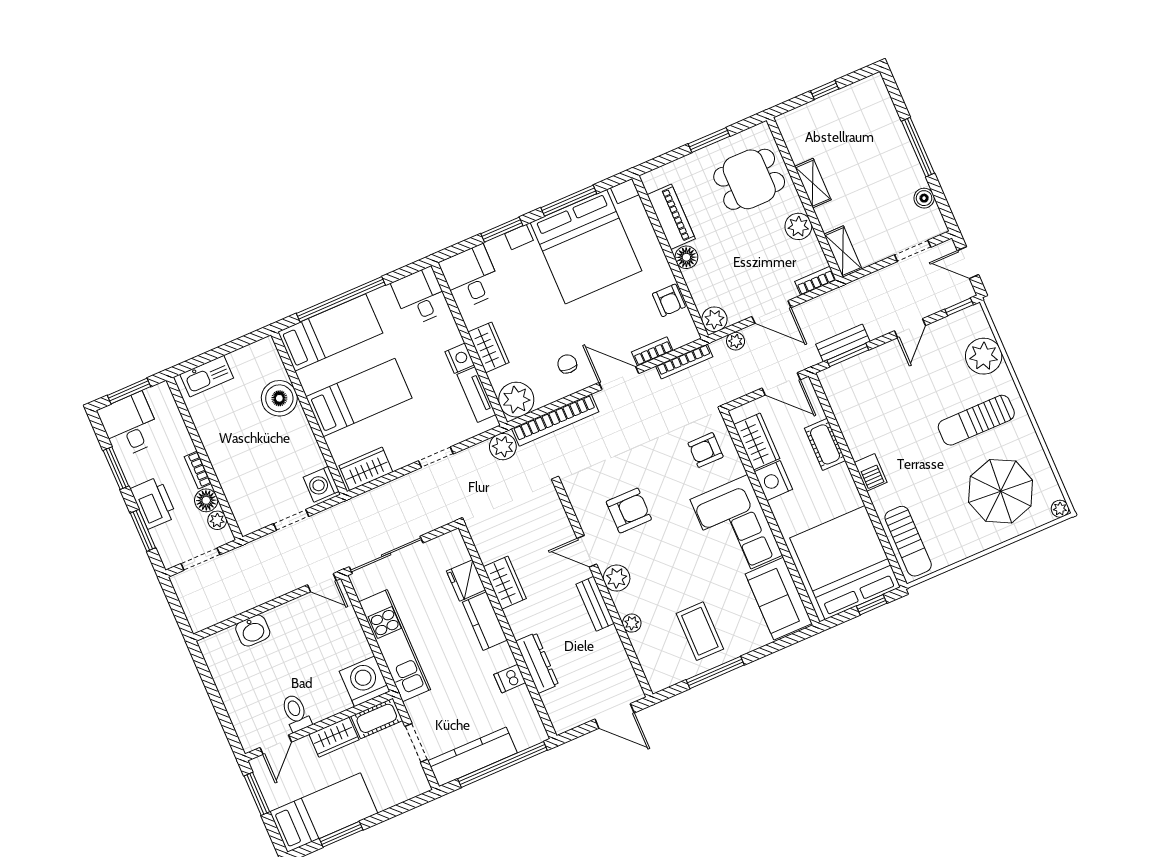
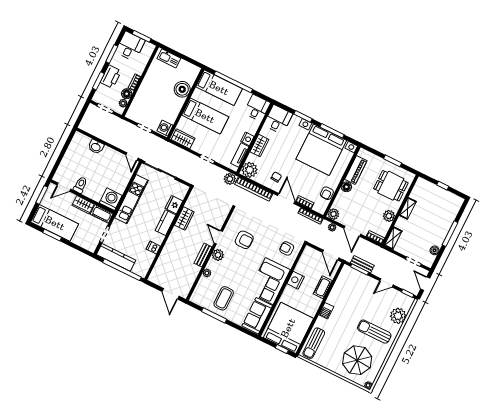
wardrobe: (757, 441) -> (304, 263), removed
dresser: (537, 663) -> (166, 252), removed

